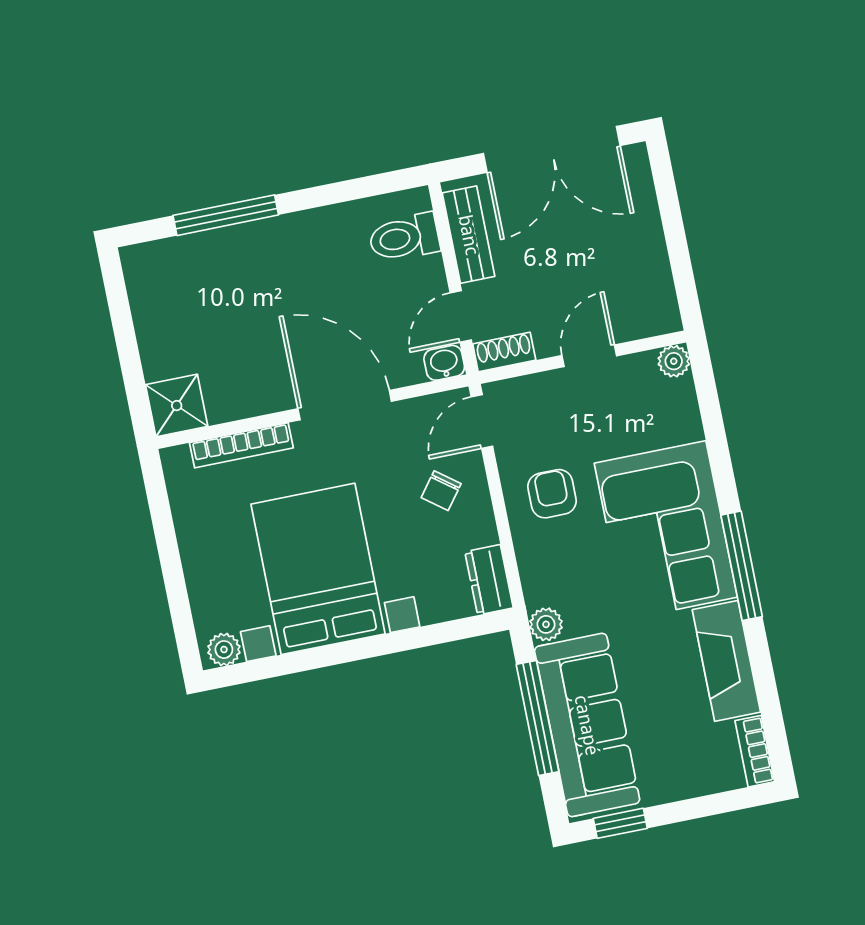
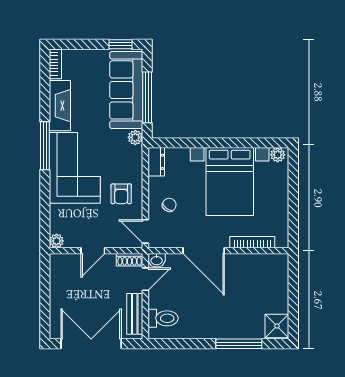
shower: (177, 406) -> (277, 326), moved
door: (482, 421) -> (145, 231), swing flipped

